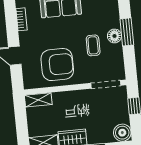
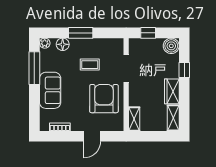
floor lamp: (114, 36) -> (63, 44), moved
doorway: (106, 84) -> (126, 69), moved

